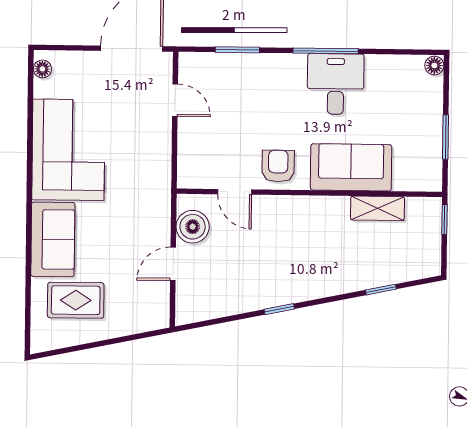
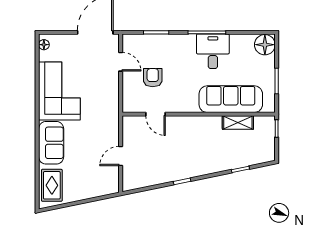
floor lamp: (434, 65) -> (265, 45), width x1.89, depth x1.89
armchair: (278, 166) -> (153, 78), moved
sofa: (351, 167) -> (231, 99), width x1.36
boiler: (193, 227) -> (132, 134), removed
rug: (76, 300) -> (52, 185), moved, turned 90

